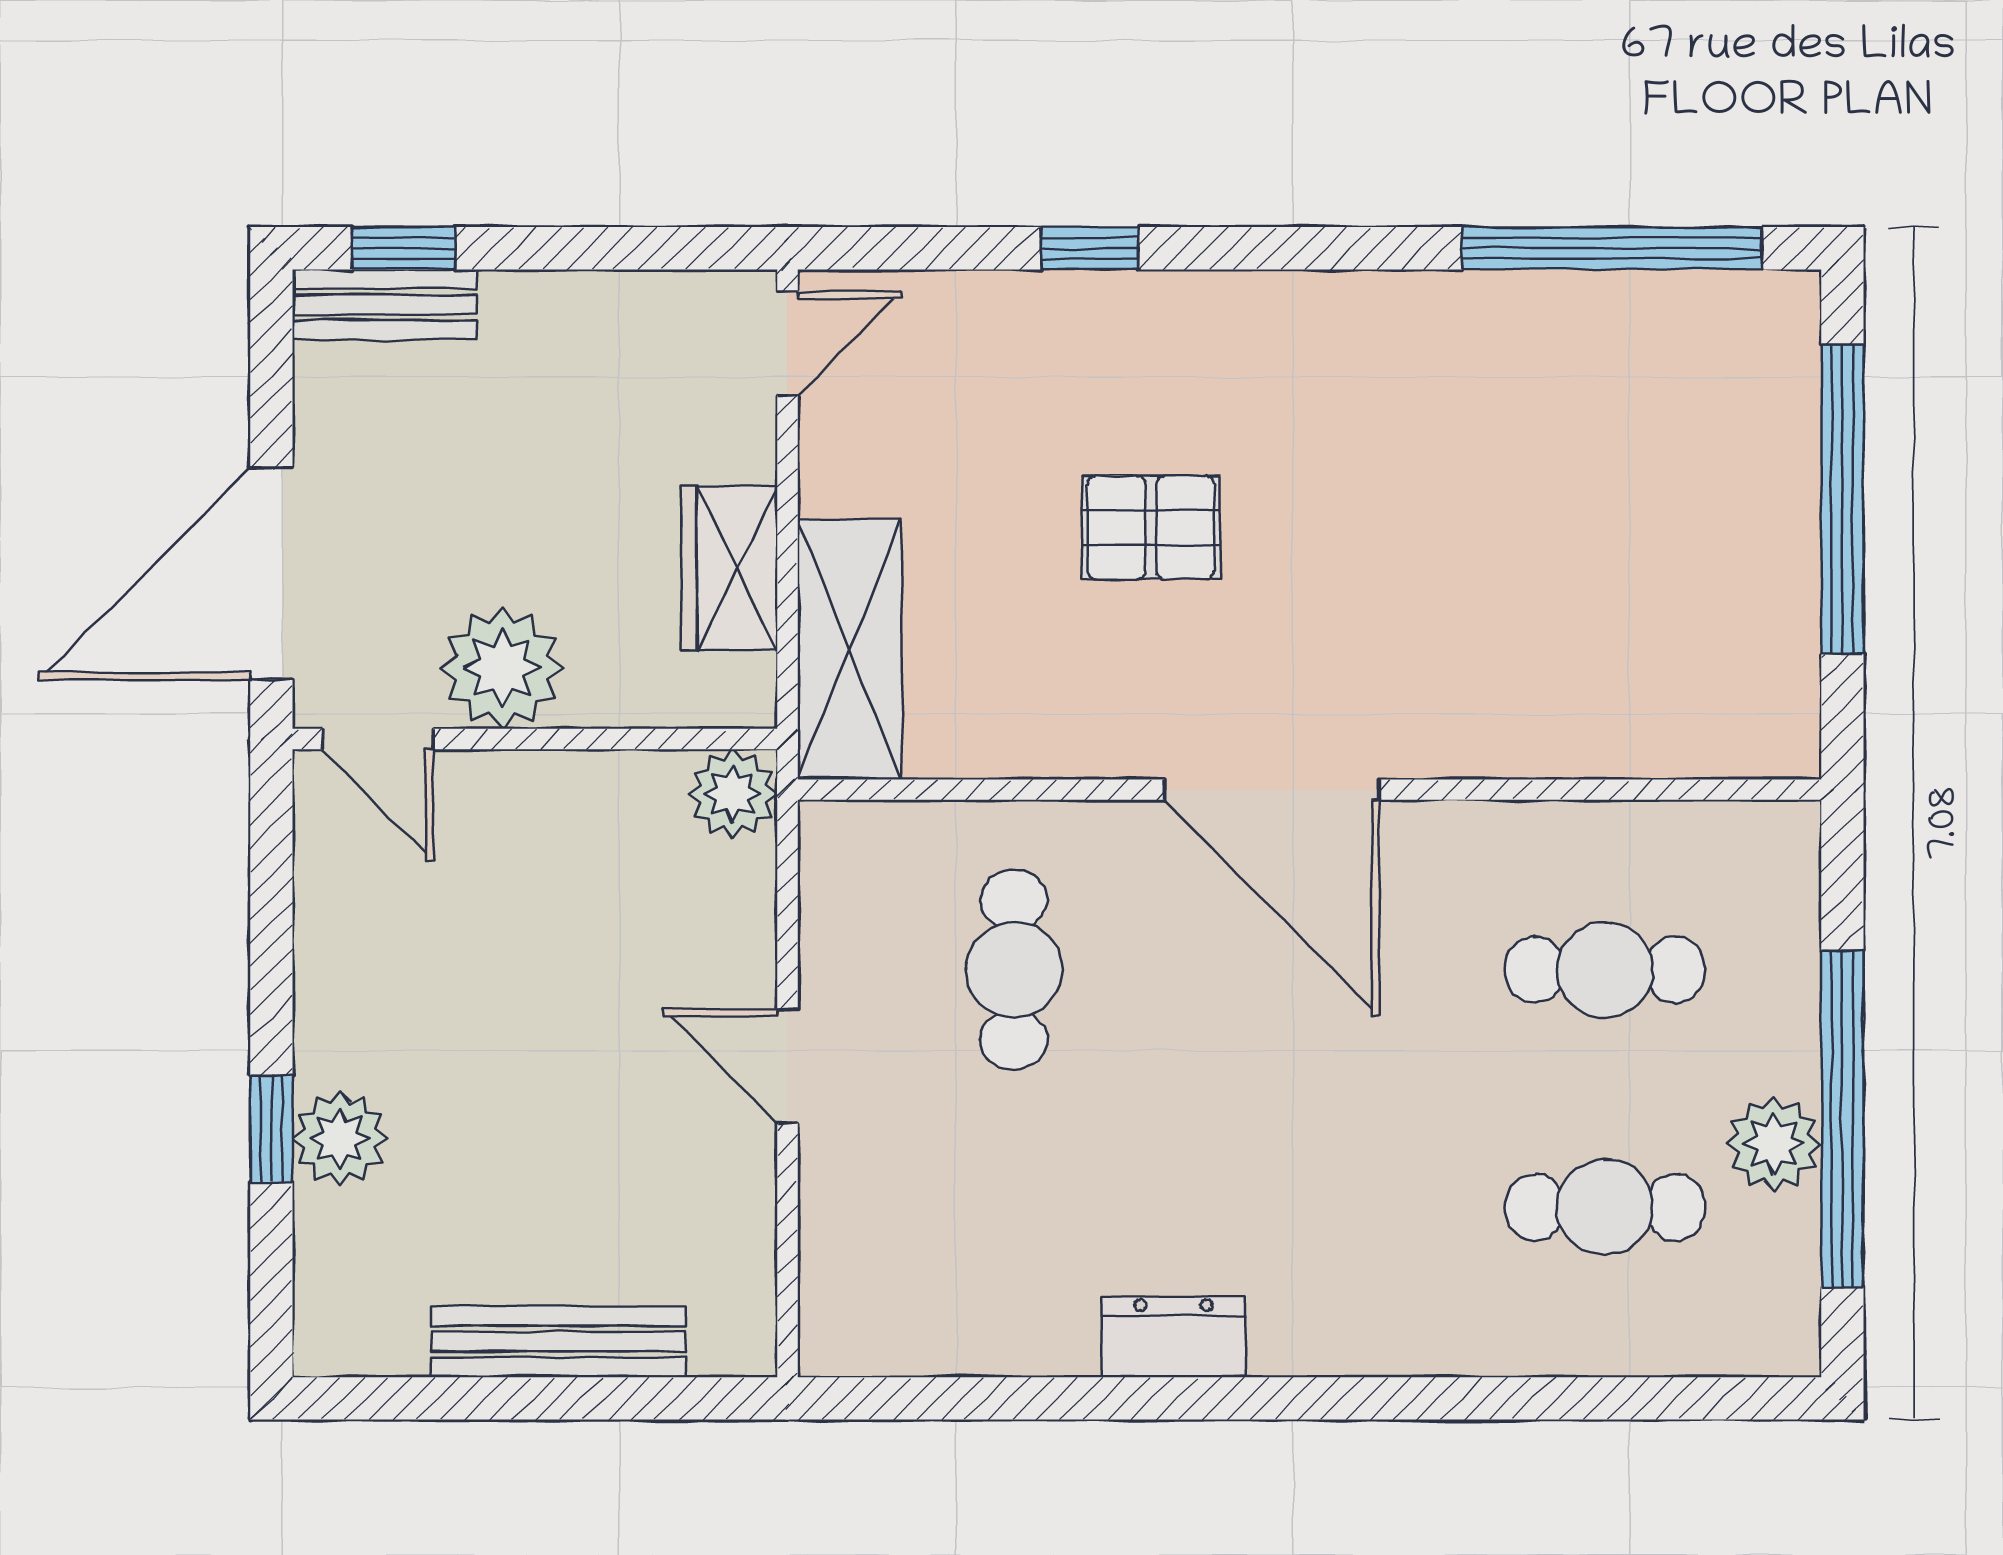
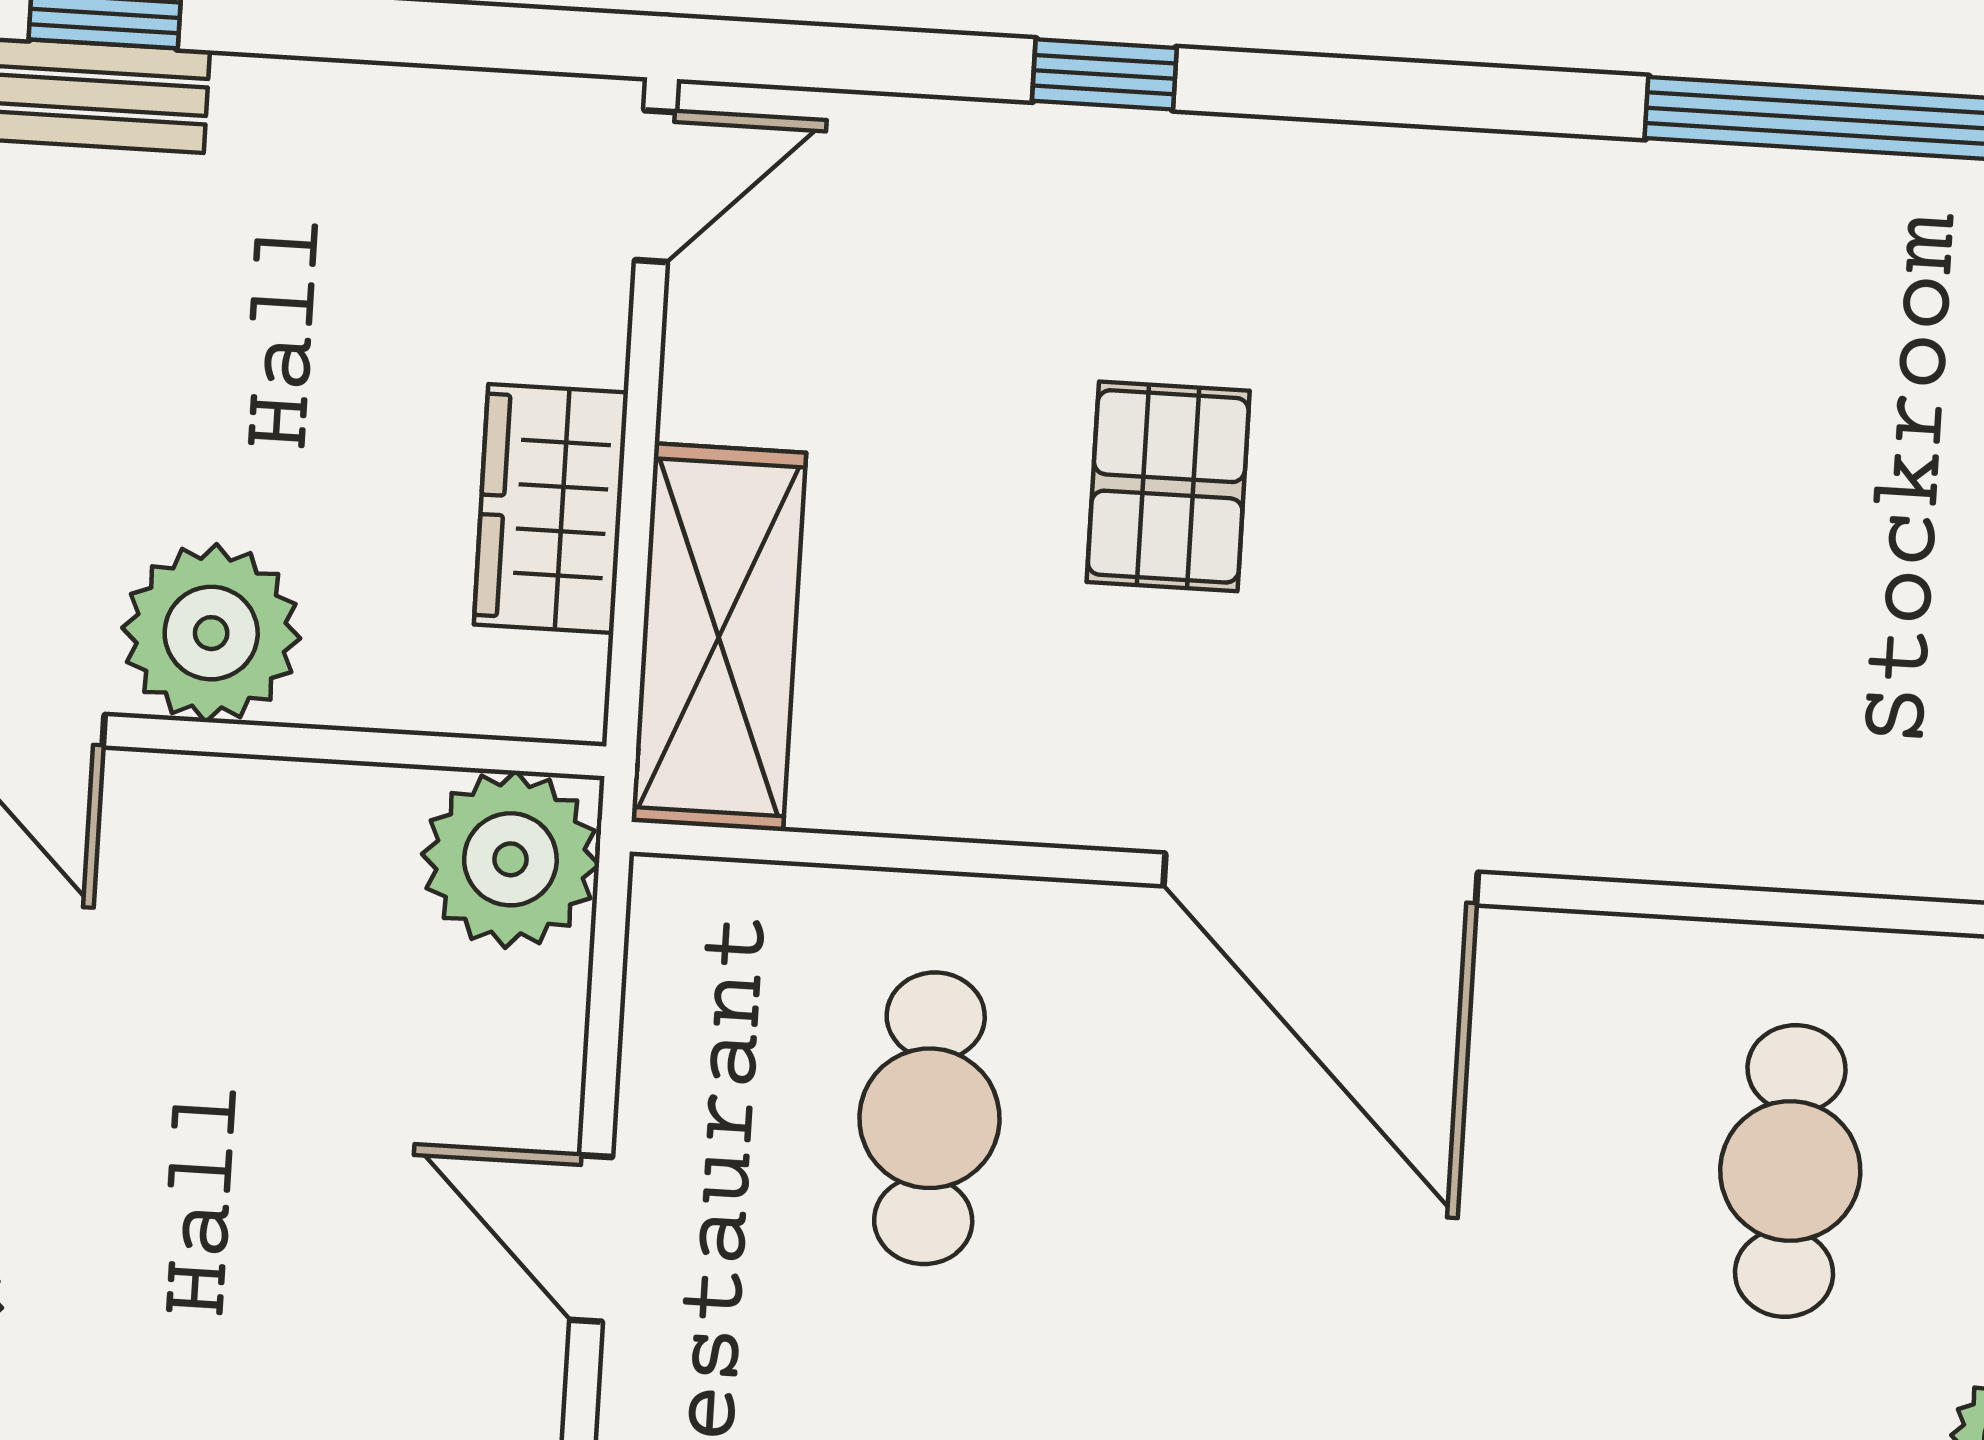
pallet: (1151, 527) -> (1168, 486), turned 90
plant: (733, 794) -> (510, 859), width x1.36, depth x1.36
cafe table: (1605, 970) -> (1790, 1171), turned 90

